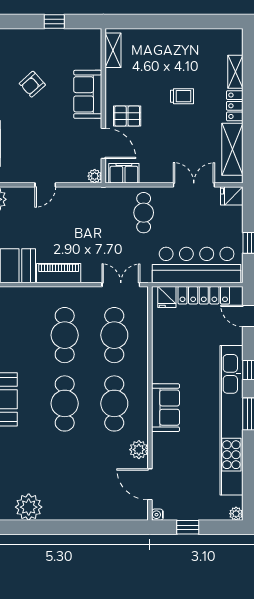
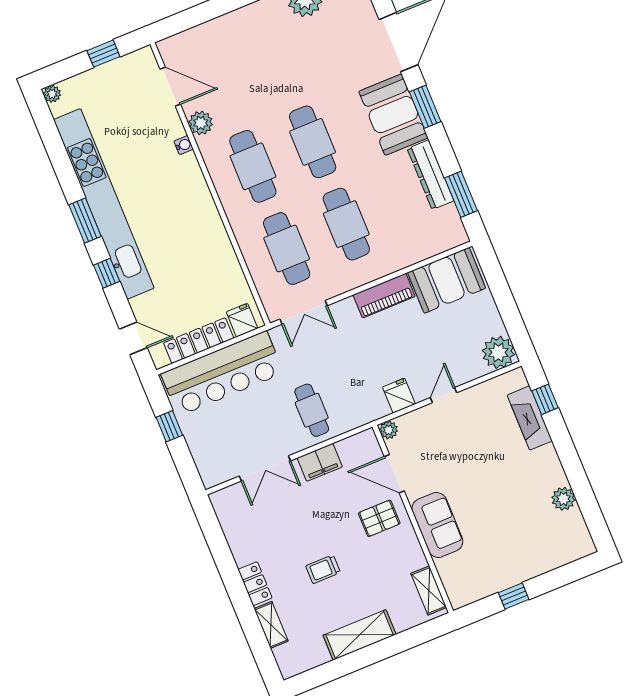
armchair: (32, 84) -> (509, 510), removed
shelving: (232, 149) -> (360, 635), moved, turned 90
filing cabinet: (124, 173) -> (320, 462), moved
fridge: (232, 196) -> (399, 396), moved, turned -90
sofa: (165, 408) -> (189, 187), removed
water cooler: (157, 515) -> (184, 145), moved

